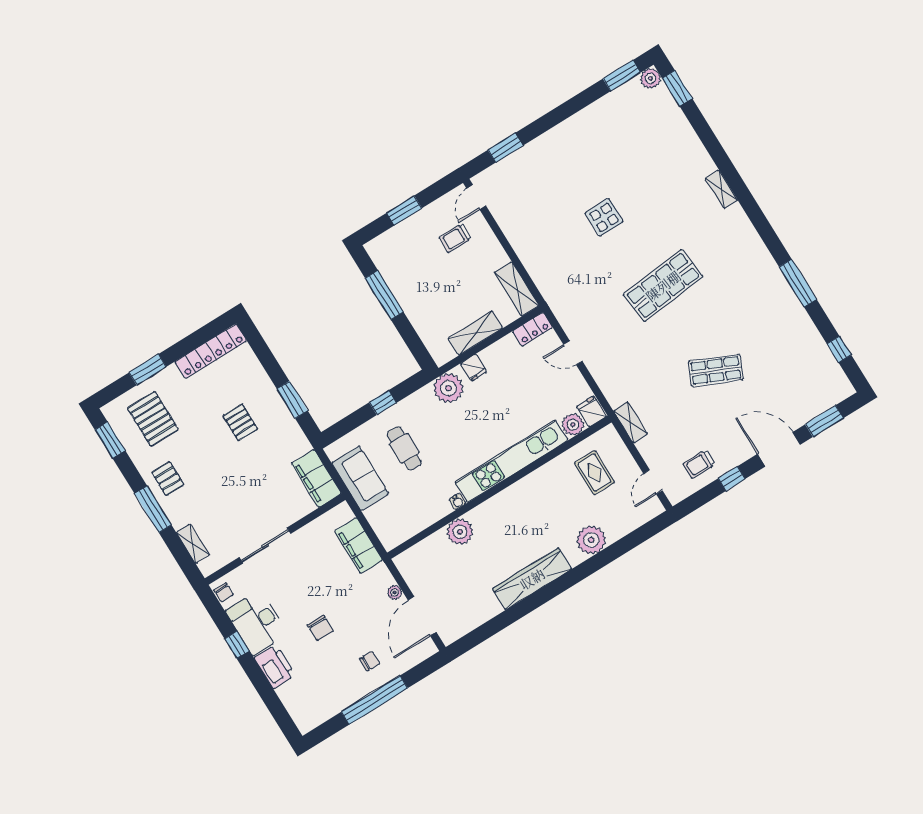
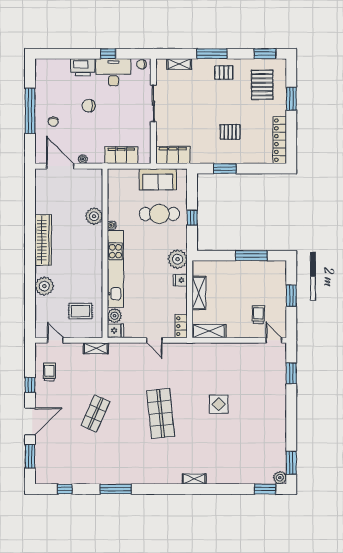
door: (573, 353) -> (154, 340), swing flipped
pallet: (153, 419) -> (262, 85), turned 90
cafe table: (404, 448) -> (159, 214), width x1.37, depth x1.35

